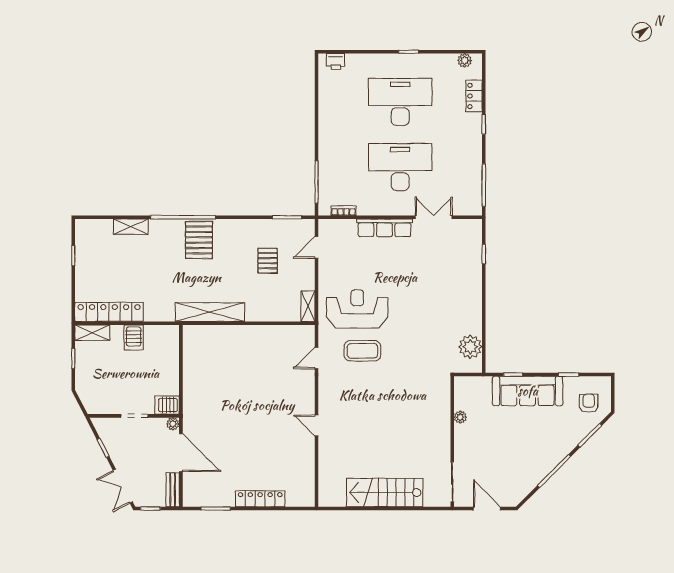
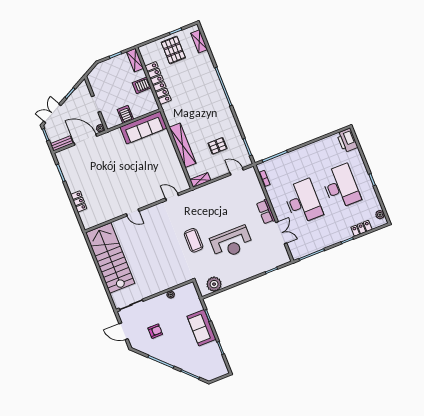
printer: (336, 62) -> (347, 140), width x1.87, depth x1.48
shelving: (131, 227) -> (199, 41), moved
row of seats: (384, 228) -> (266, 212), width x0.68
pallet: (199, 240) -> (173, 50), moved, turned 90
reception desk: (357, 309) -> (231, 243), moved, turned 90
locker: (109, 312) -> (158, 83), moved
shelving: (210, 312) -> (183, 145), moved
coffee table: (362, 351) -> (194, 240), moved
sofa: (197, 359) -> (144, 128), added
sofa: (528, 391) -> (201, 328), width x0.73
armchair: (589, 403) -> (155, 331), moved
server rack: (167, 405) -> (125, 114), moved
door: (317, 425) -> (133, 213), swing flipped
door: (181, 453) -> (85, 140), swing flipped
stairs: (385, 493) -> (110, 258), width x1.36, depth x1.51
locker: (260, 499) -> (79, 202), width x0.66
door: (487, 509) -> (123, 331), swing flipped

